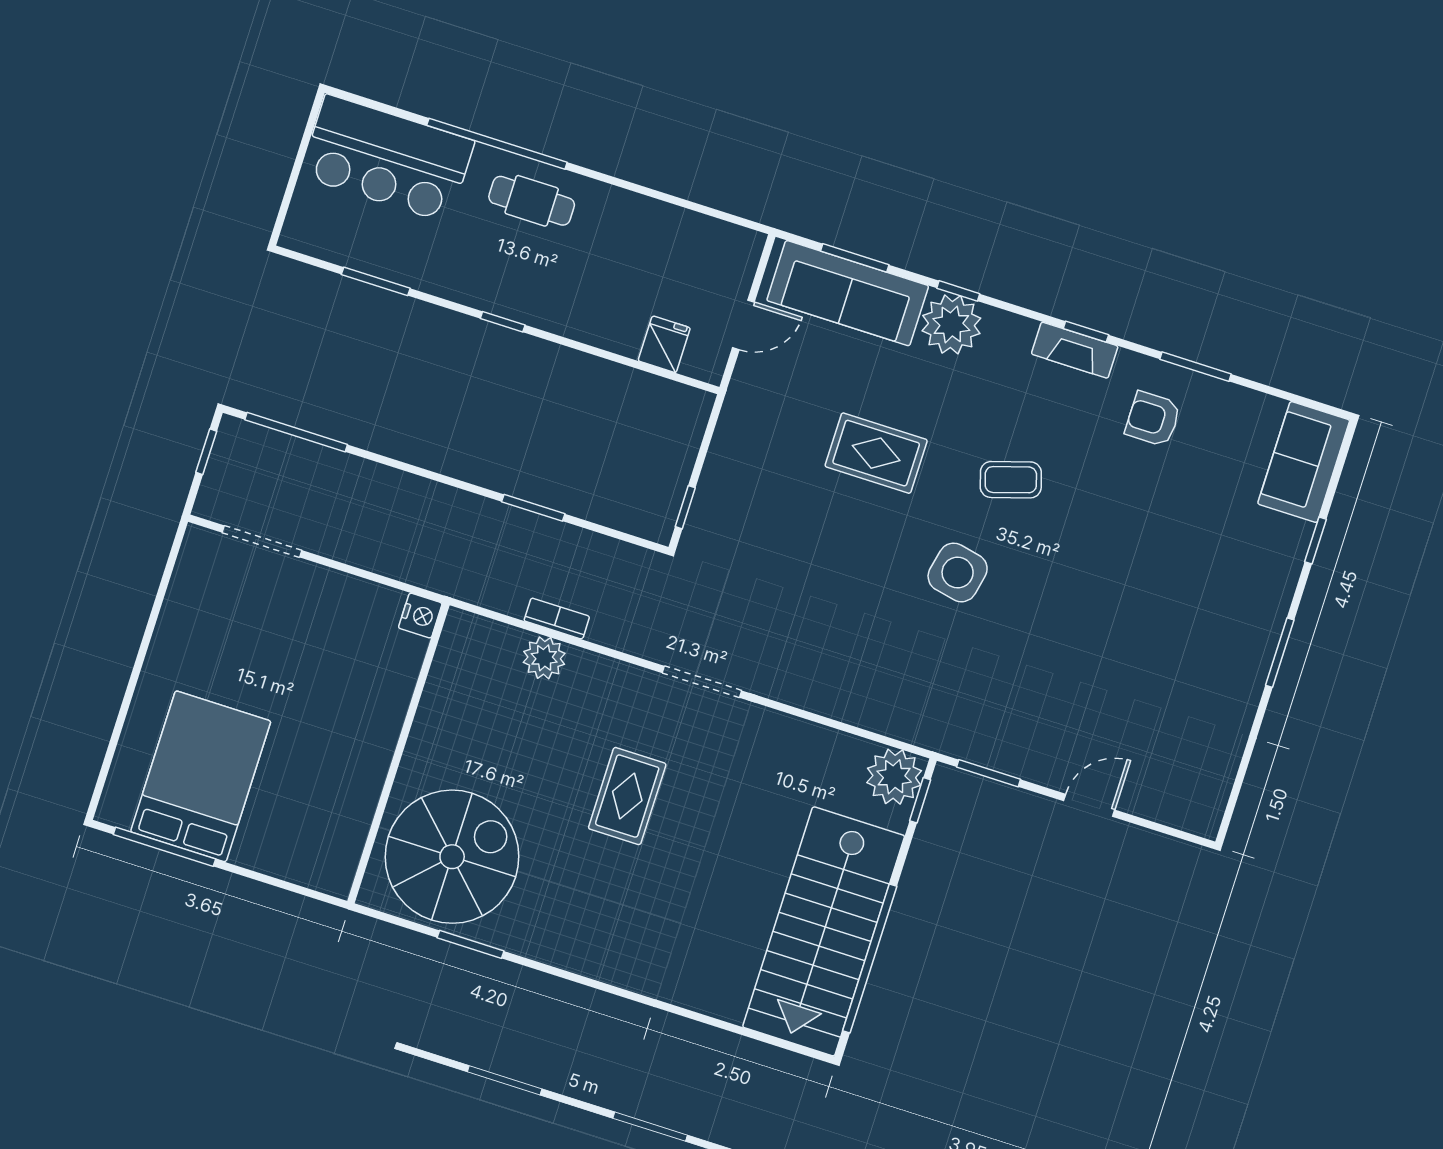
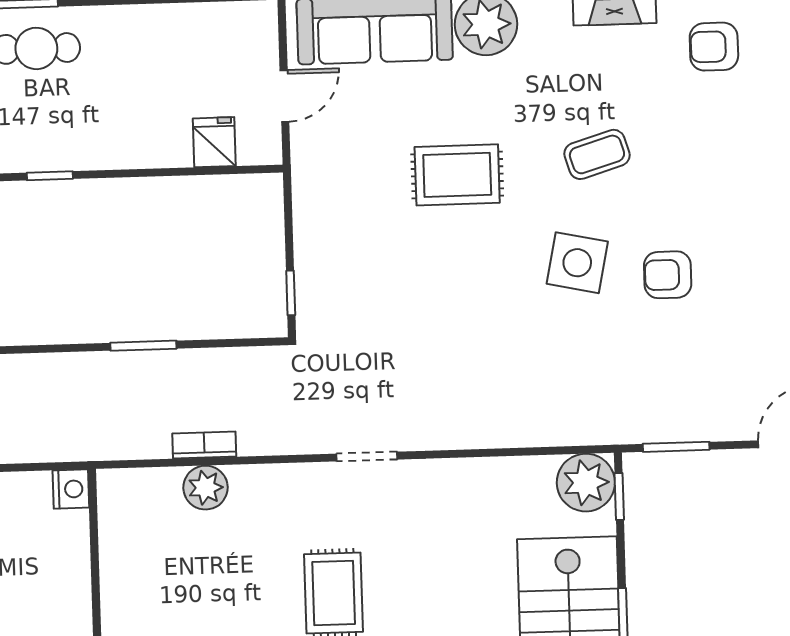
armchair: (1036, 613) -> (668, 275), added
doorway: (702, 682) -> (367, 457), width x0.73

